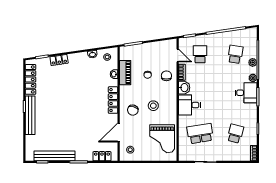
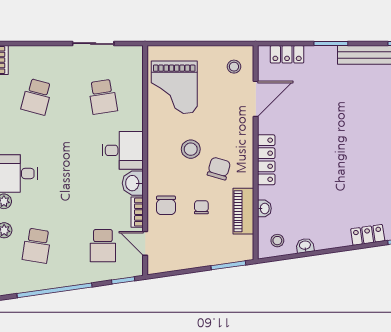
chair: (133, 110) -> (219, 169), moved
school desk: (200, 134) -> (103, 97), width x0.54
grand piano: (162, 139) -> (174, 87), turned 180

